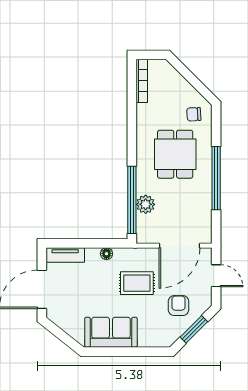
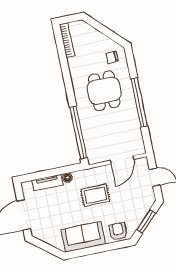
plant: (146, 204) -> (89, 134), removed
door: (180, 246) -> (122, 160), width x0.73
tv unit: (65, 255) -> (47, 183), moved
armchair: (179, 306) -> (118, 231), moved

